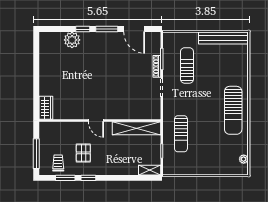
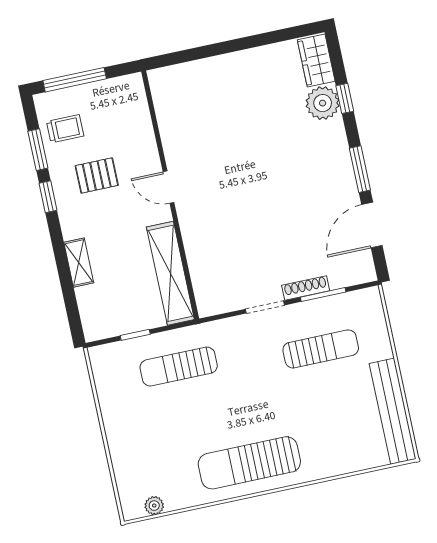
window: (83, 29) -> (345, 98), moved
wardrobe: (46, 108) -> (316, 61), moved, turned 90
door: (96, 121) -> (168, 187), hinge flipped
shelving: (150, 170) -> (79, 263), moved

